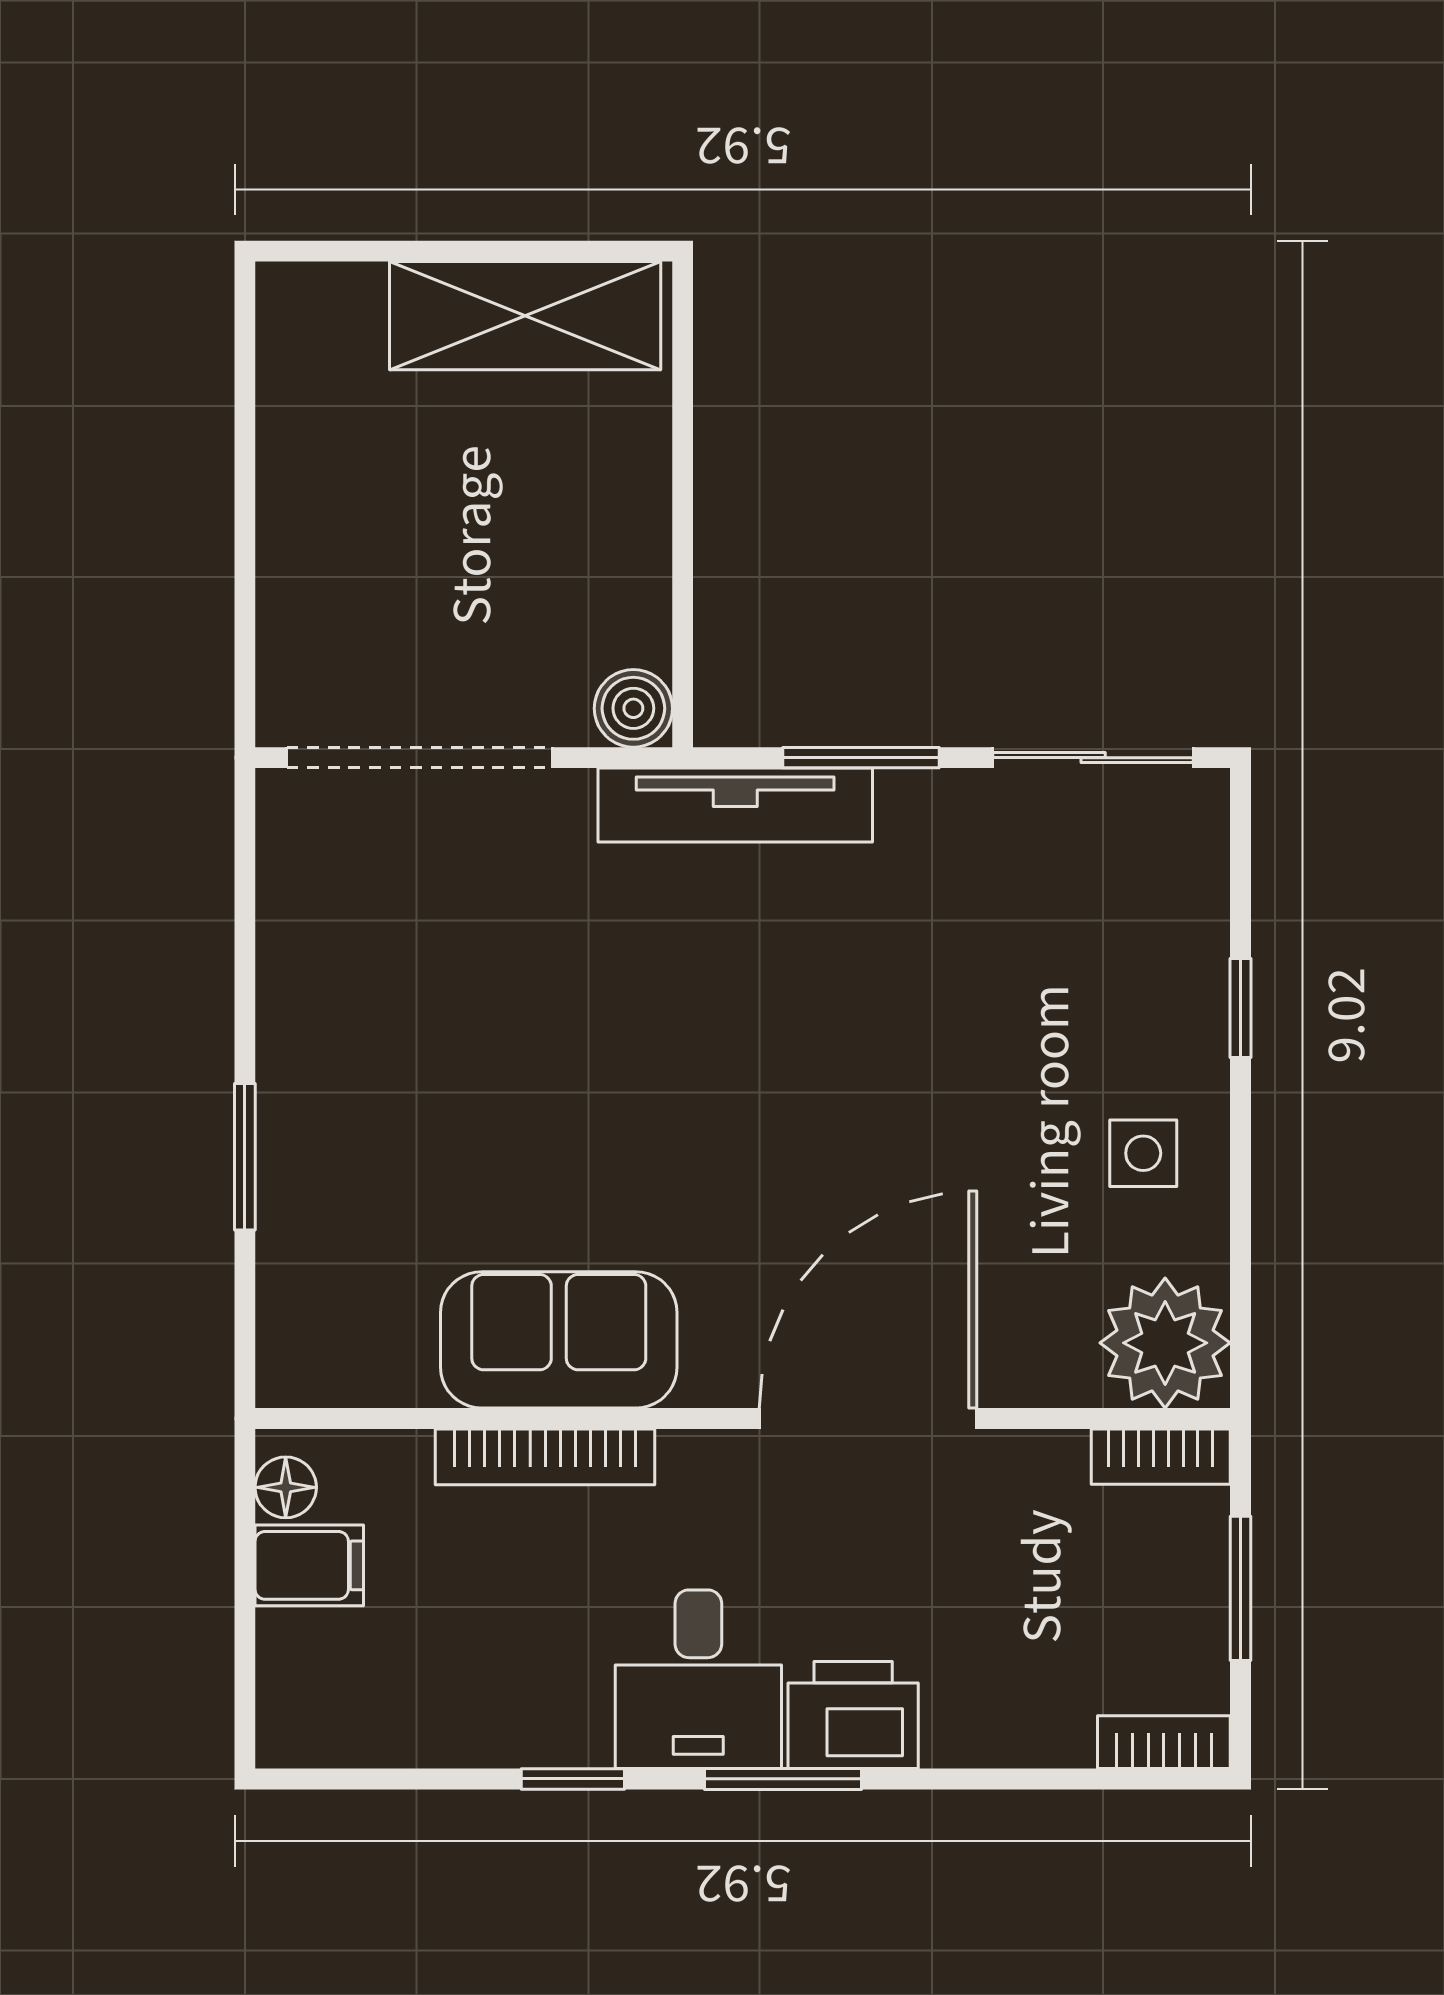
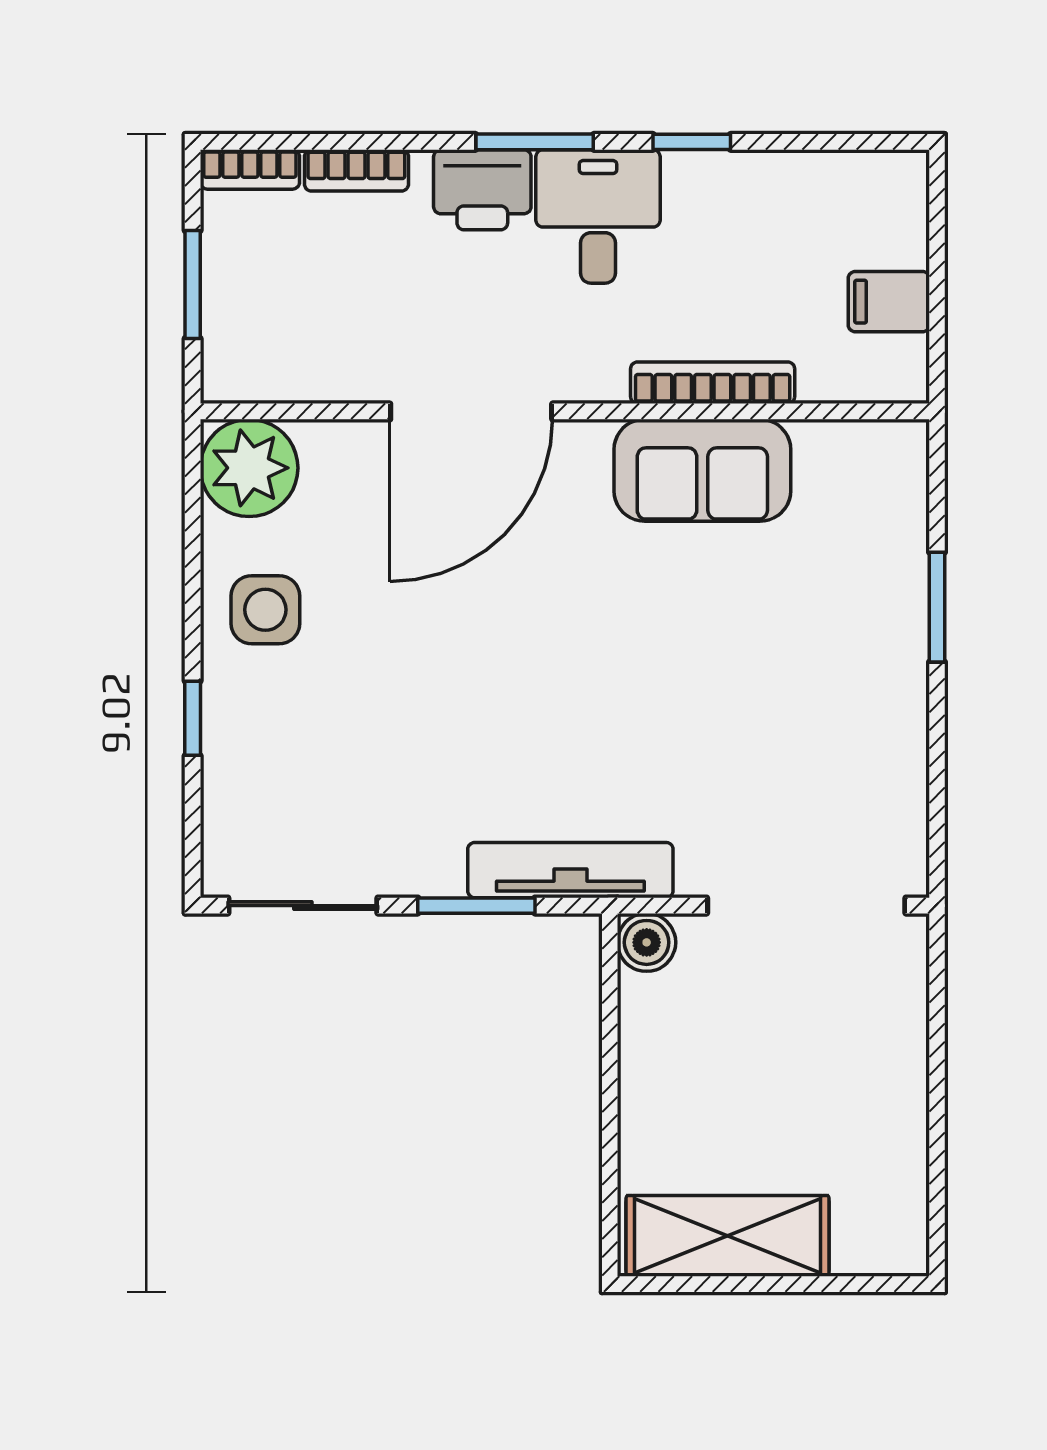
side table: (1143, 1153) -> (265, 610), width x1.37, depth x1.37
bookcase: (1161, 1457) -> (356, 170), moved, turned 180
floor lamp: (286, 1487) -> (906, 360), removed

